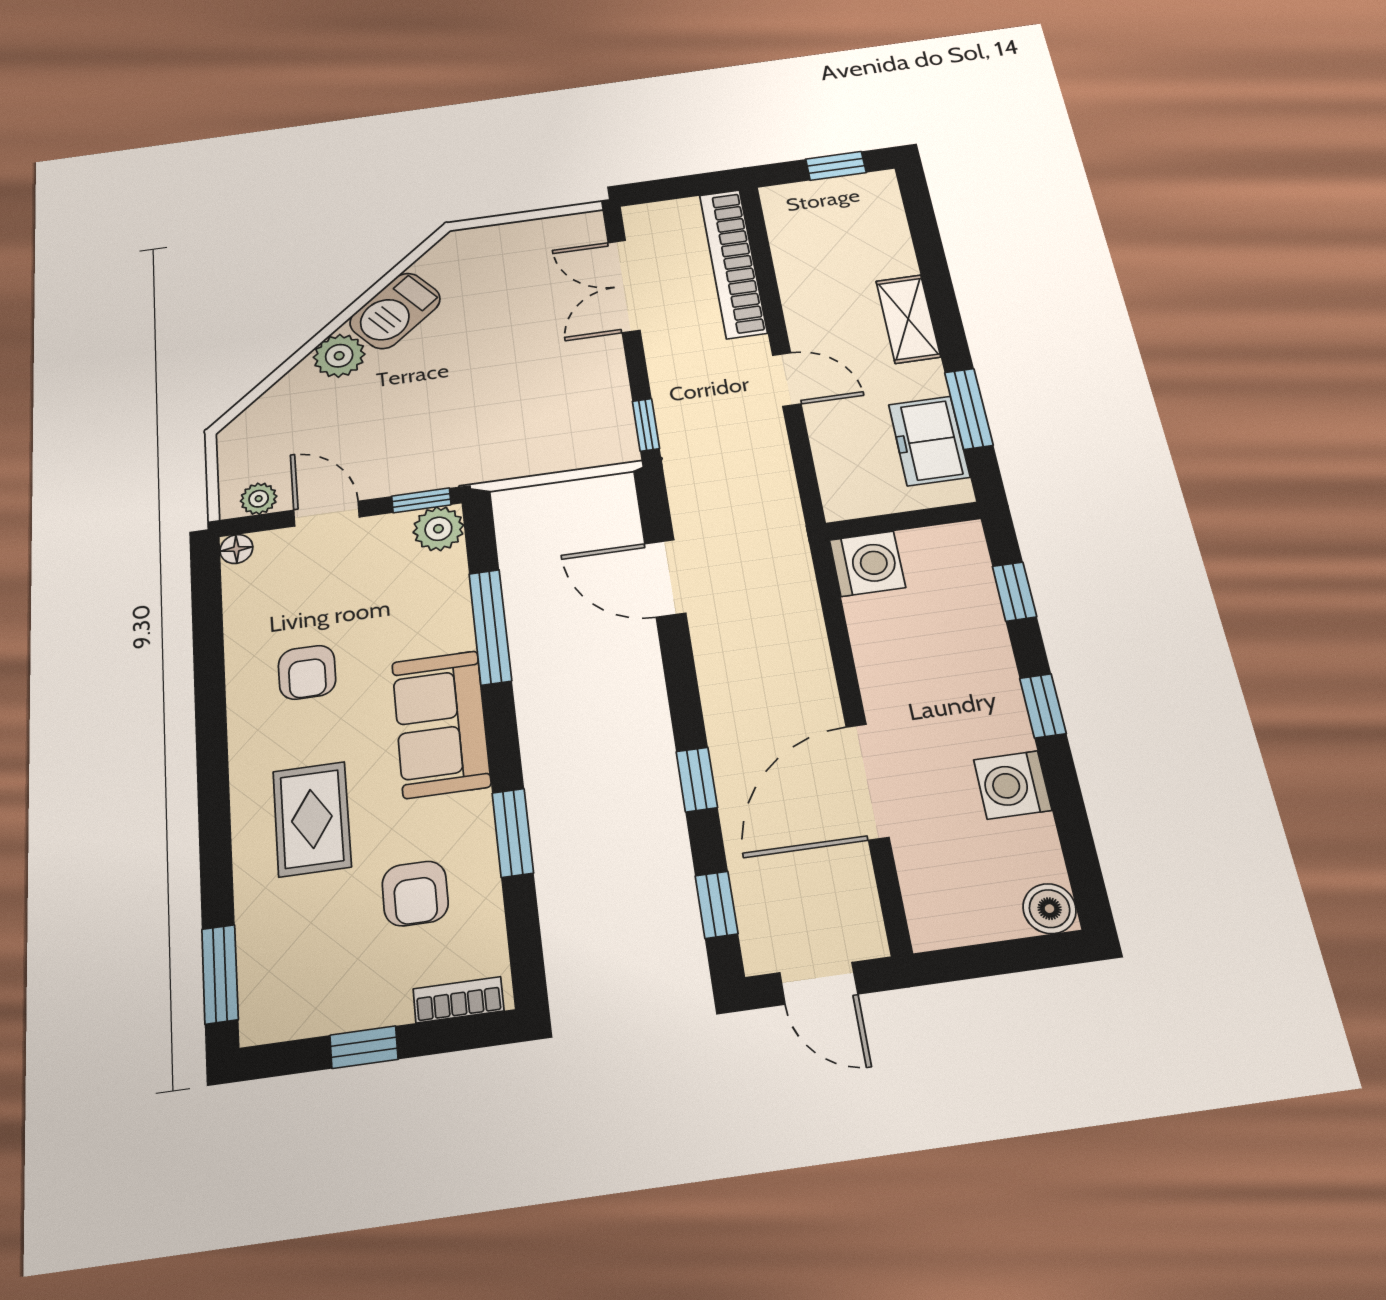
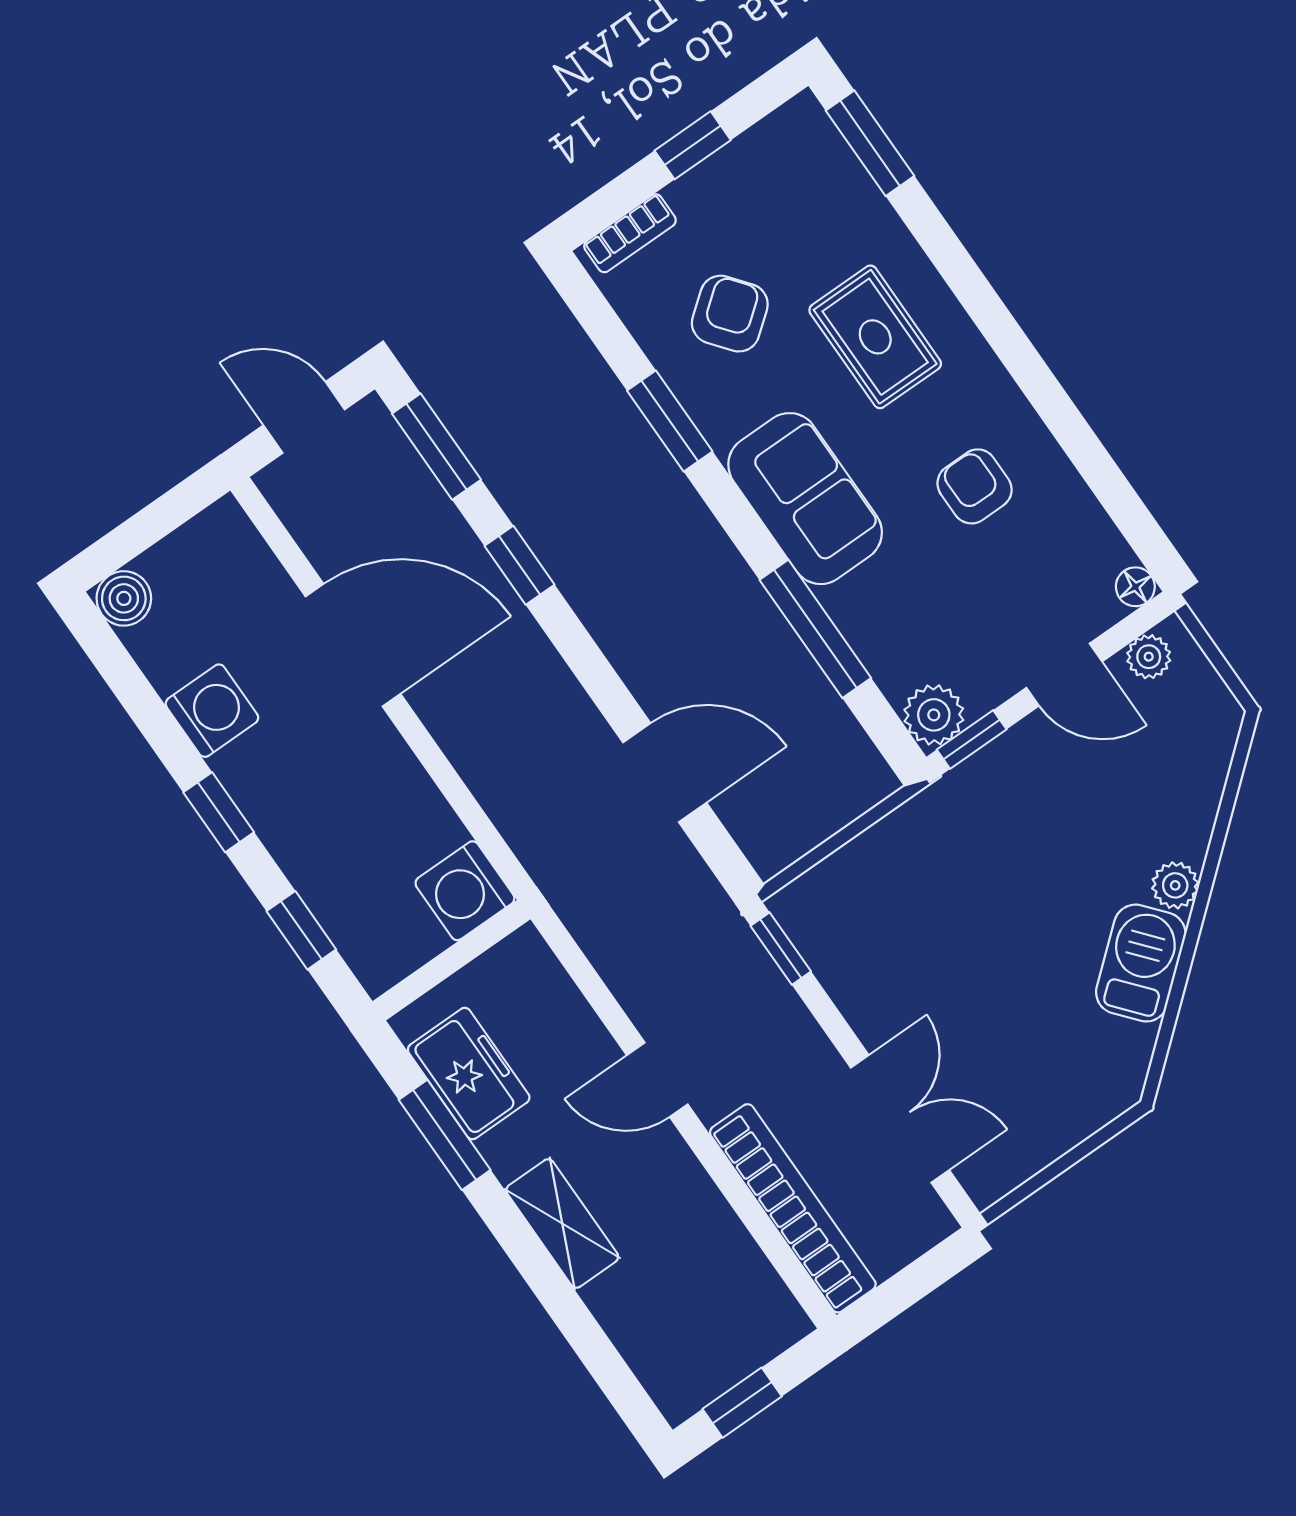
plant: (339, 356) -> (1175, 885), width x0.73, depth x0.73
door: (867, 781) -> (353, 645), hinge flipped
armchair: (415, 893) -> (730, 314), turned 52
window: (716, 905) -> (436, 447), width x1.50

